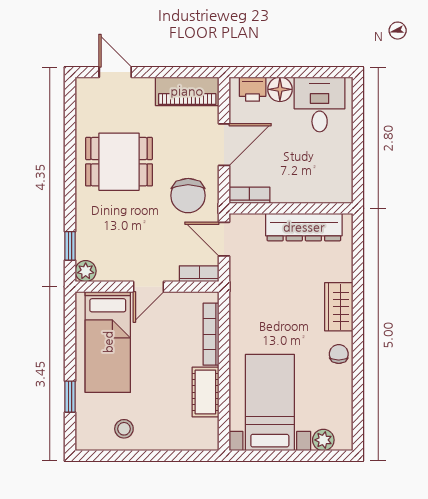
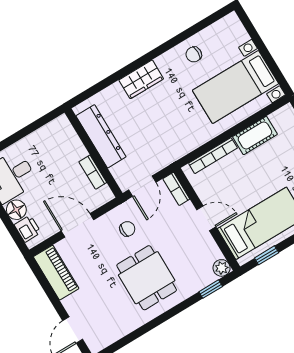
dining table: (119, 162) -> (147, 278), moved
bookcase: (249, 195) -> (93, 172), moved
chair: (188, 196) -> (127, 229), width x0.54, depth x0.54
window: (70, 327) -> (267, 255), added
chair: (339, 354) -> (194, 54), moved
plant: (323, 440) -> (239, 35), removed

